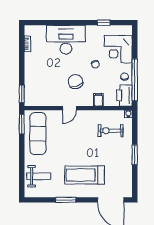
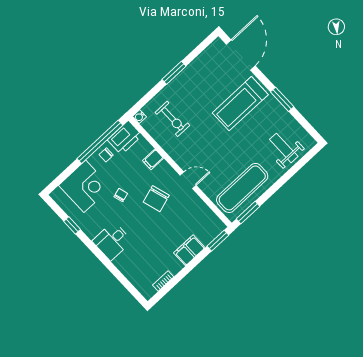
desk: (66, 40) -> (112, 241), width x0.53, depth x0.77
filing cabinet: (31, 73) -> (189, 250), added
treadmill: (85, 175) -> (240, 104), turned 90

